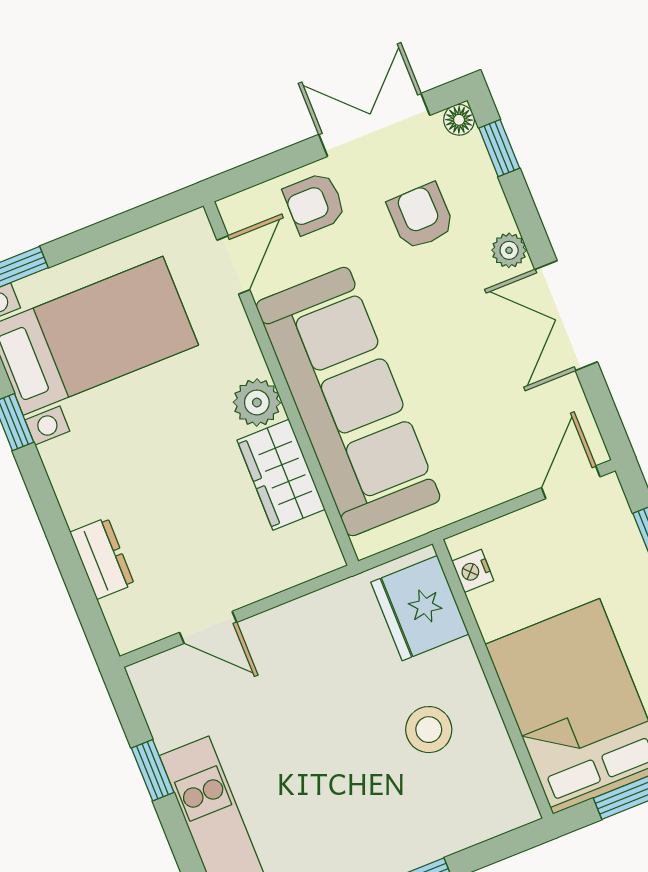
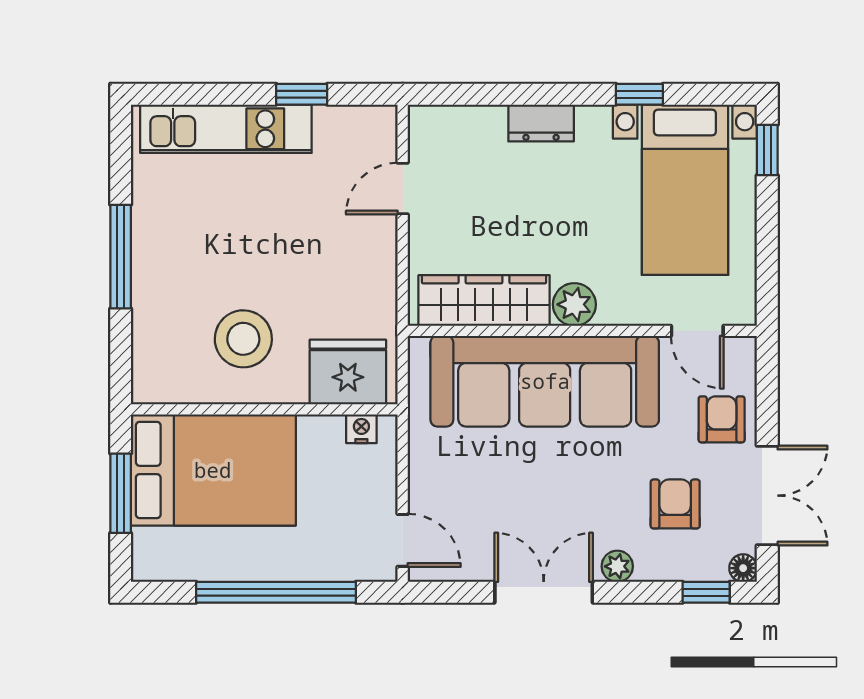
armchair: (421, 216) -> (675, 504), turned -89
wardrobe: (281, 475) -> (484, 301), width x1.50
dresser: (102, 558) -> (541, 123), moved
stool: (429, 730) -> (243, 339), width x1.38, depth x1.38

